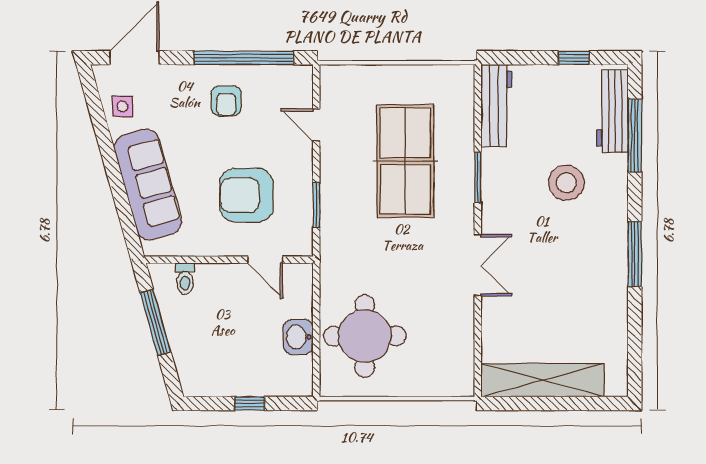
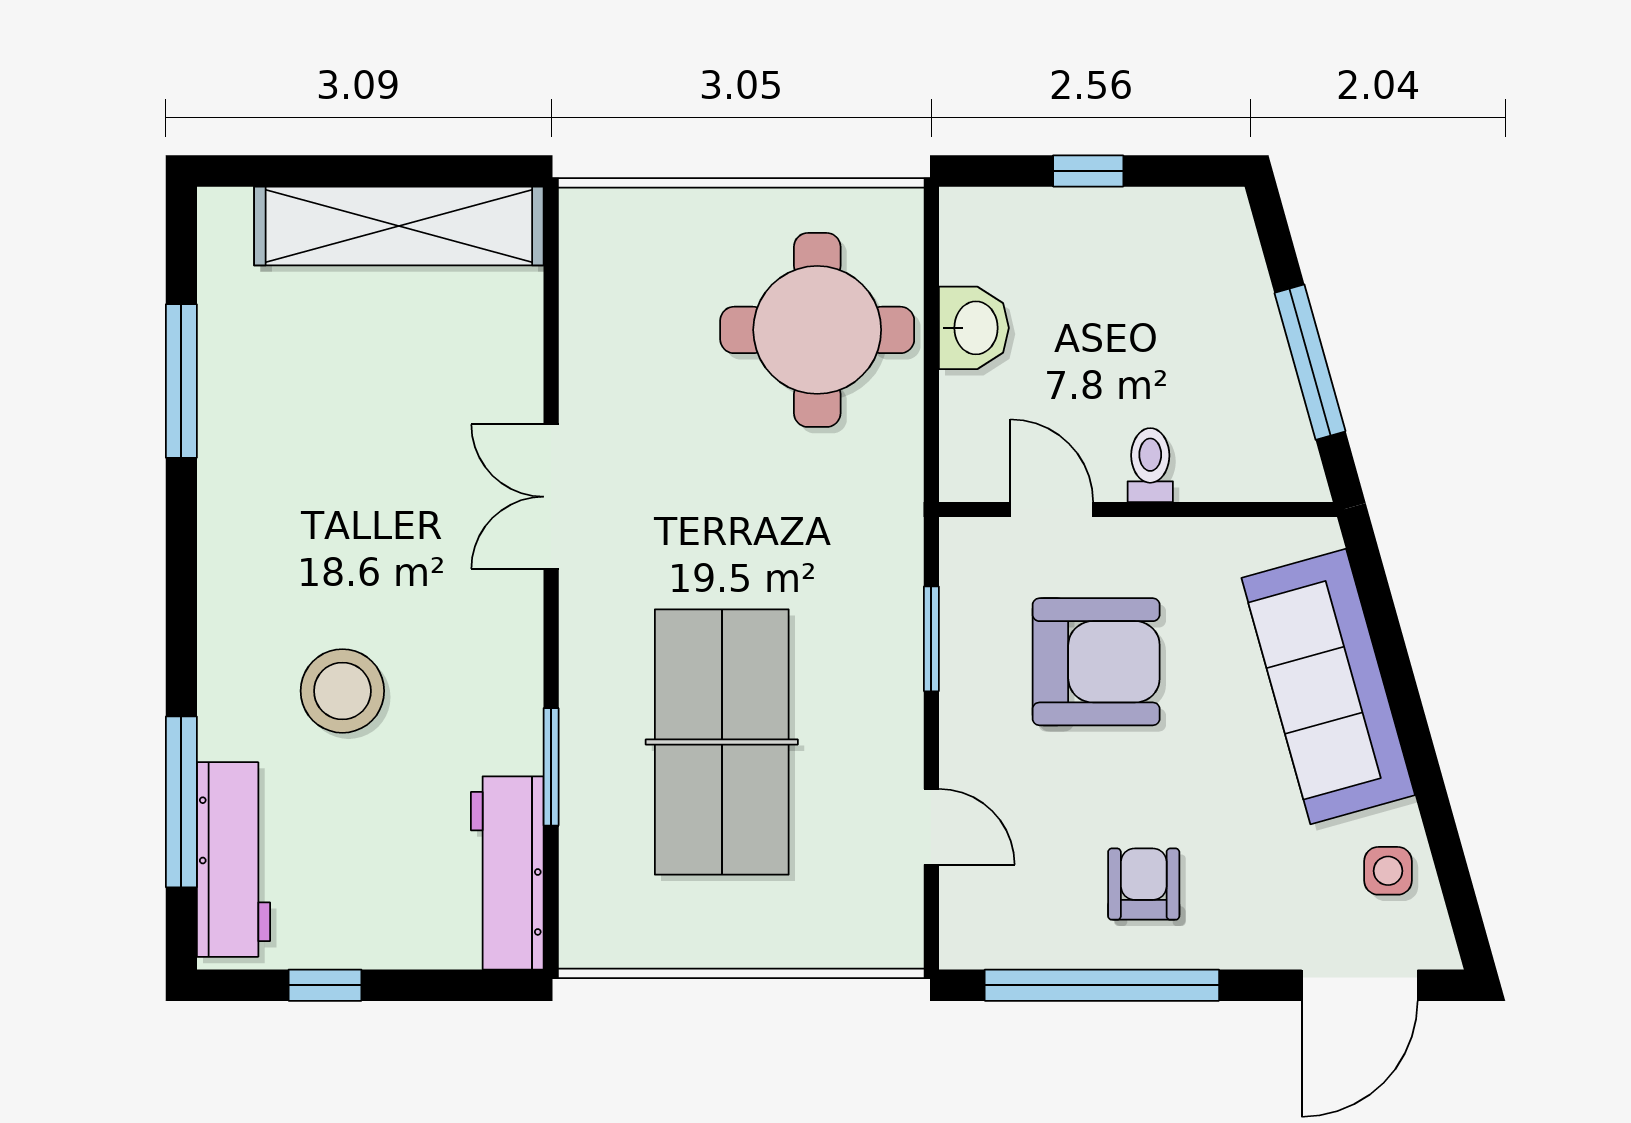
window: (478, 177) -> (551, 767), moved
window: (635, 254) -> (181, 381), moved
toilet: (185, 279) -> (1150, 465), moved

